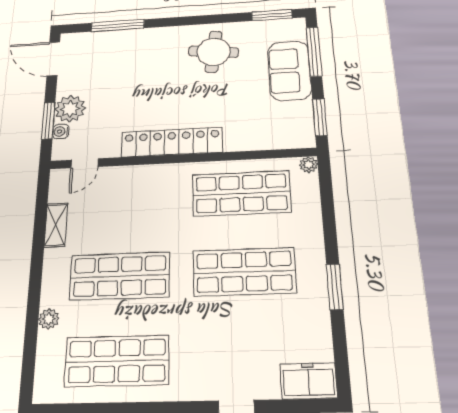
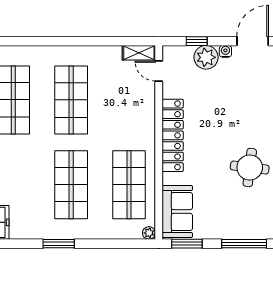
sofa: (289, 70) -> (177, 212), moved, turned 90
window: (48, 121) -> (197, 41), width x0.67
water cooler: (61, 131) -> (225, 51), moved
shelving: (56, 225) -> (139, 53), moved
plant: (49, 319) -> (43, 52), removed

